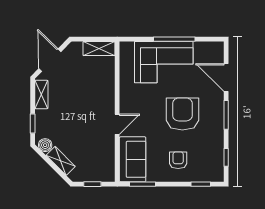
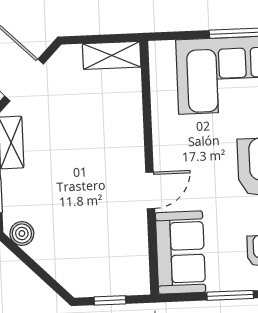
shelving: (61, 161) -> (51, 261), removed
window: (142, 184) -> (230, 295), moved

